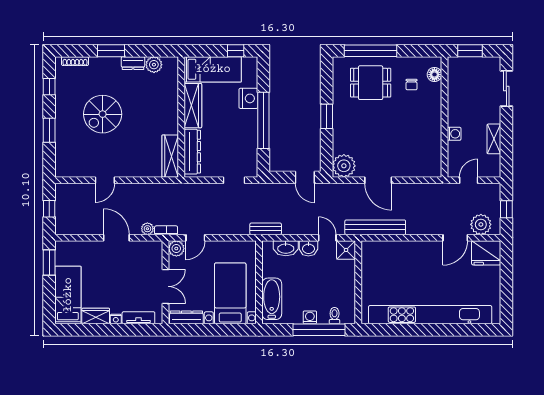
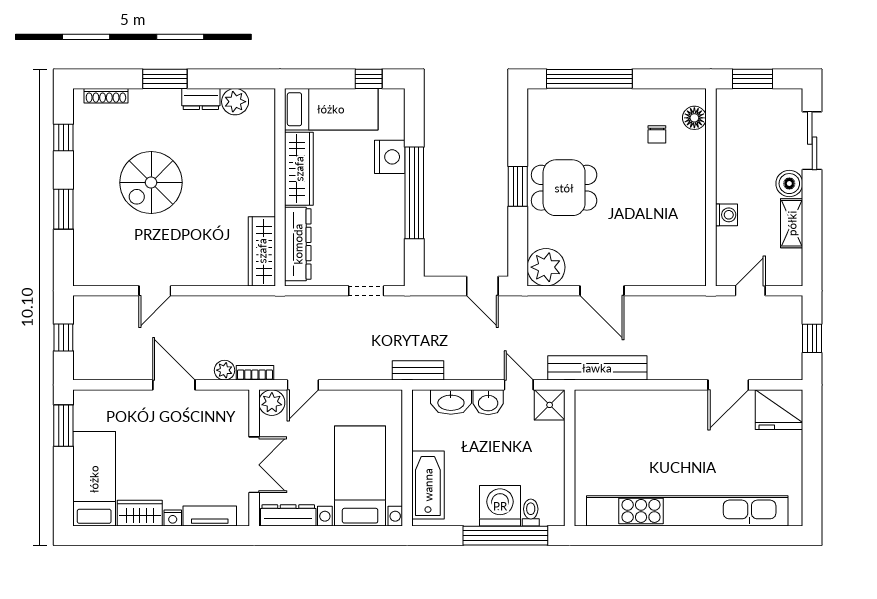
dining table: (371, 83) -> (564, 188), moved
boiler: (492, 115) -> (789, 184), added
plant: (481, 224) -> (770, 363), removed
washing machine: (310, 317) -> (500, 506), width x1.89, depth x1.89

